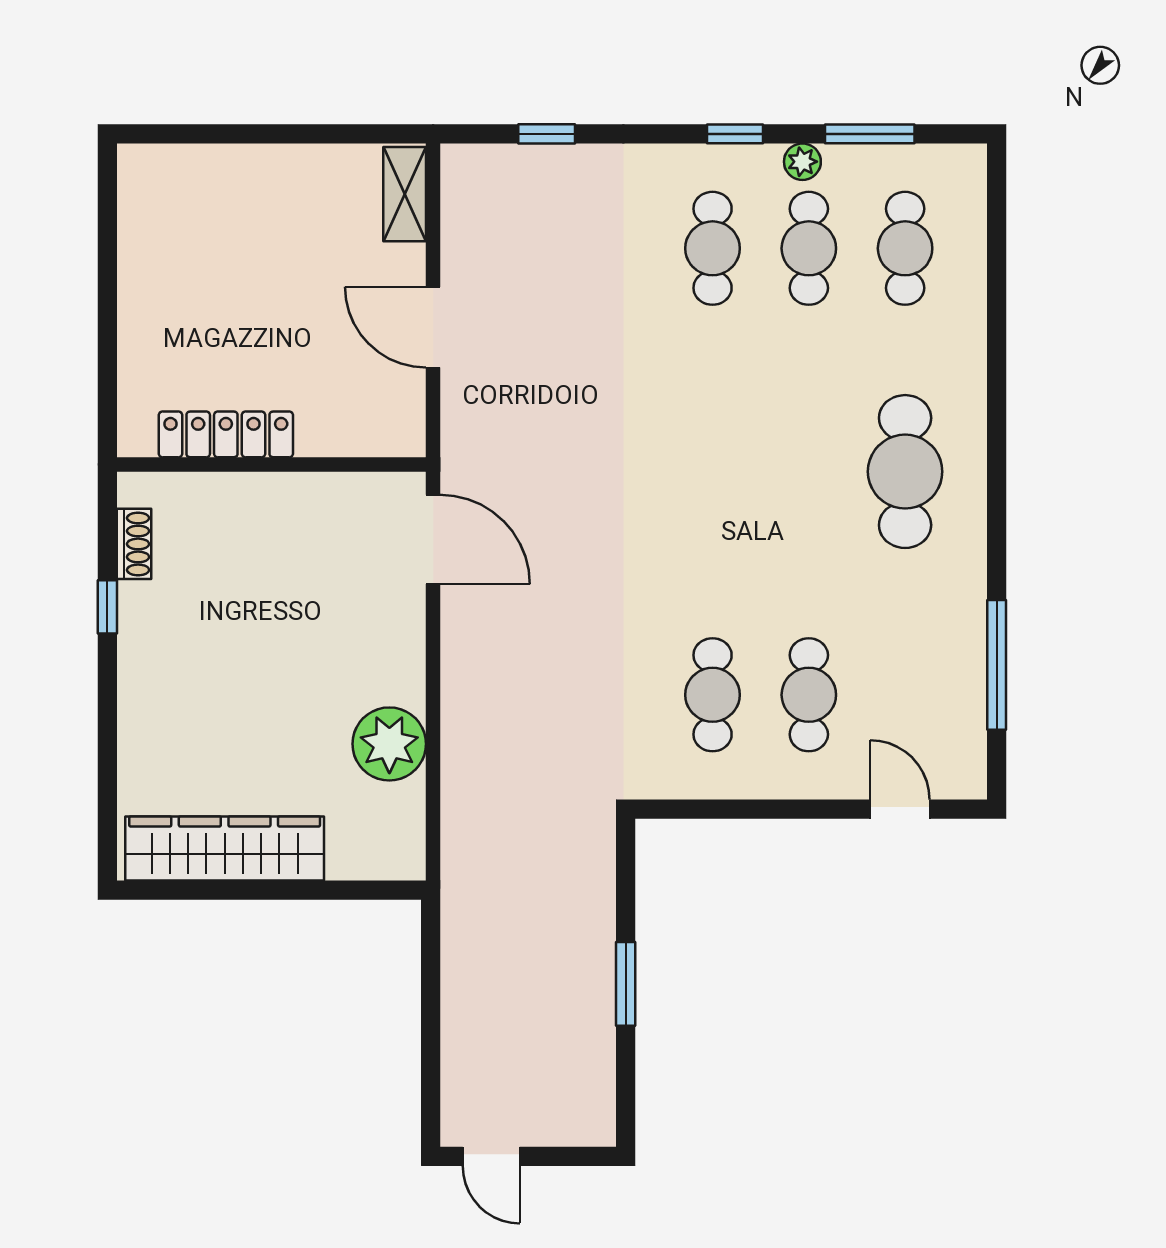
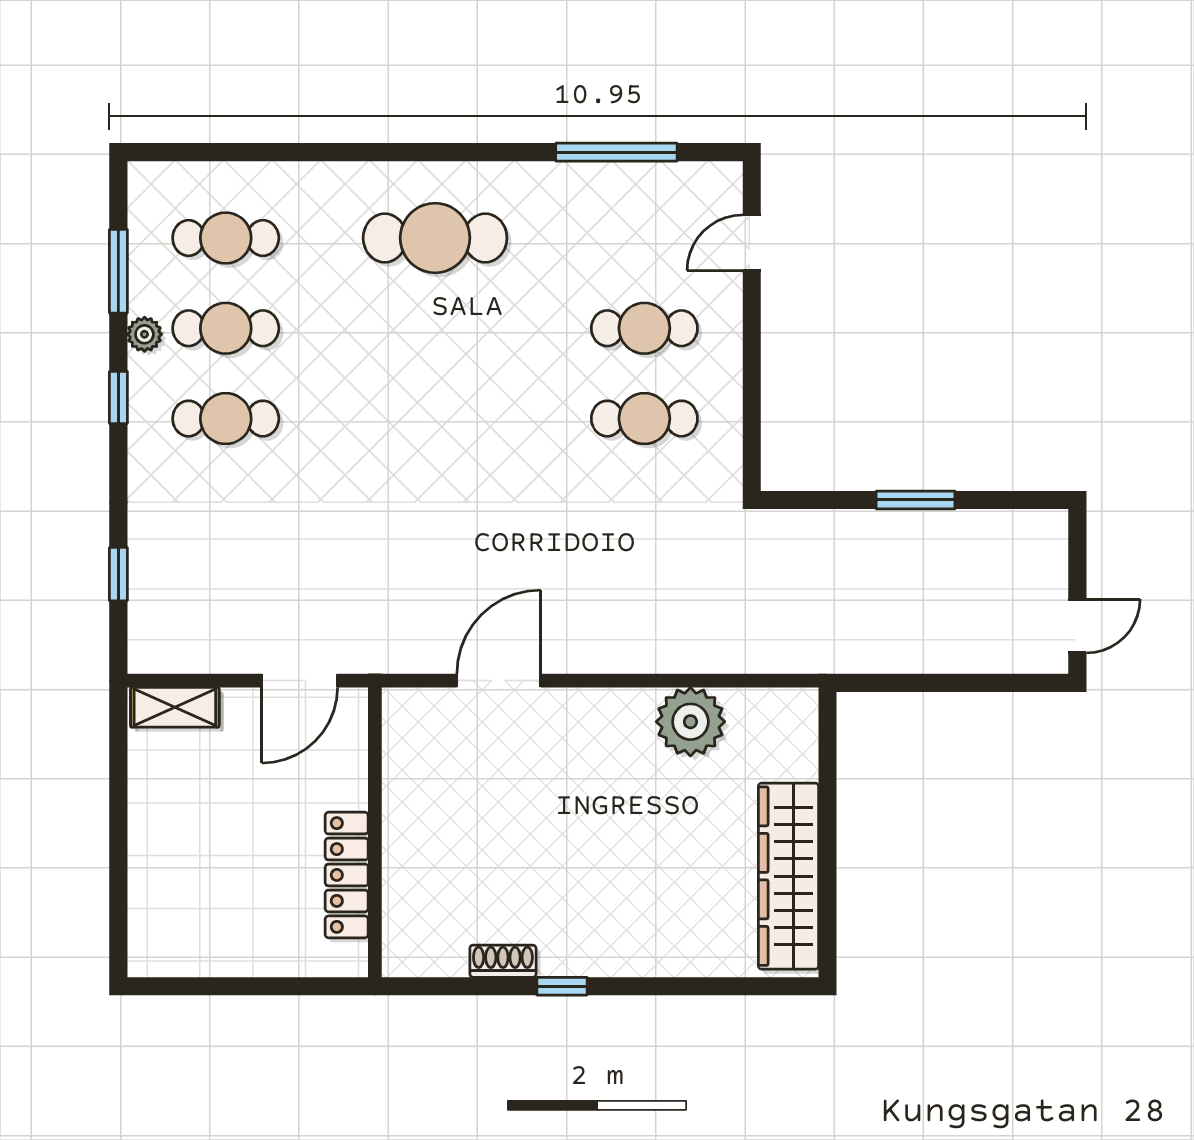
locker: (226, 434) -> (347, 875), moved
wall: (271, 464) -> (375, 832), moved

